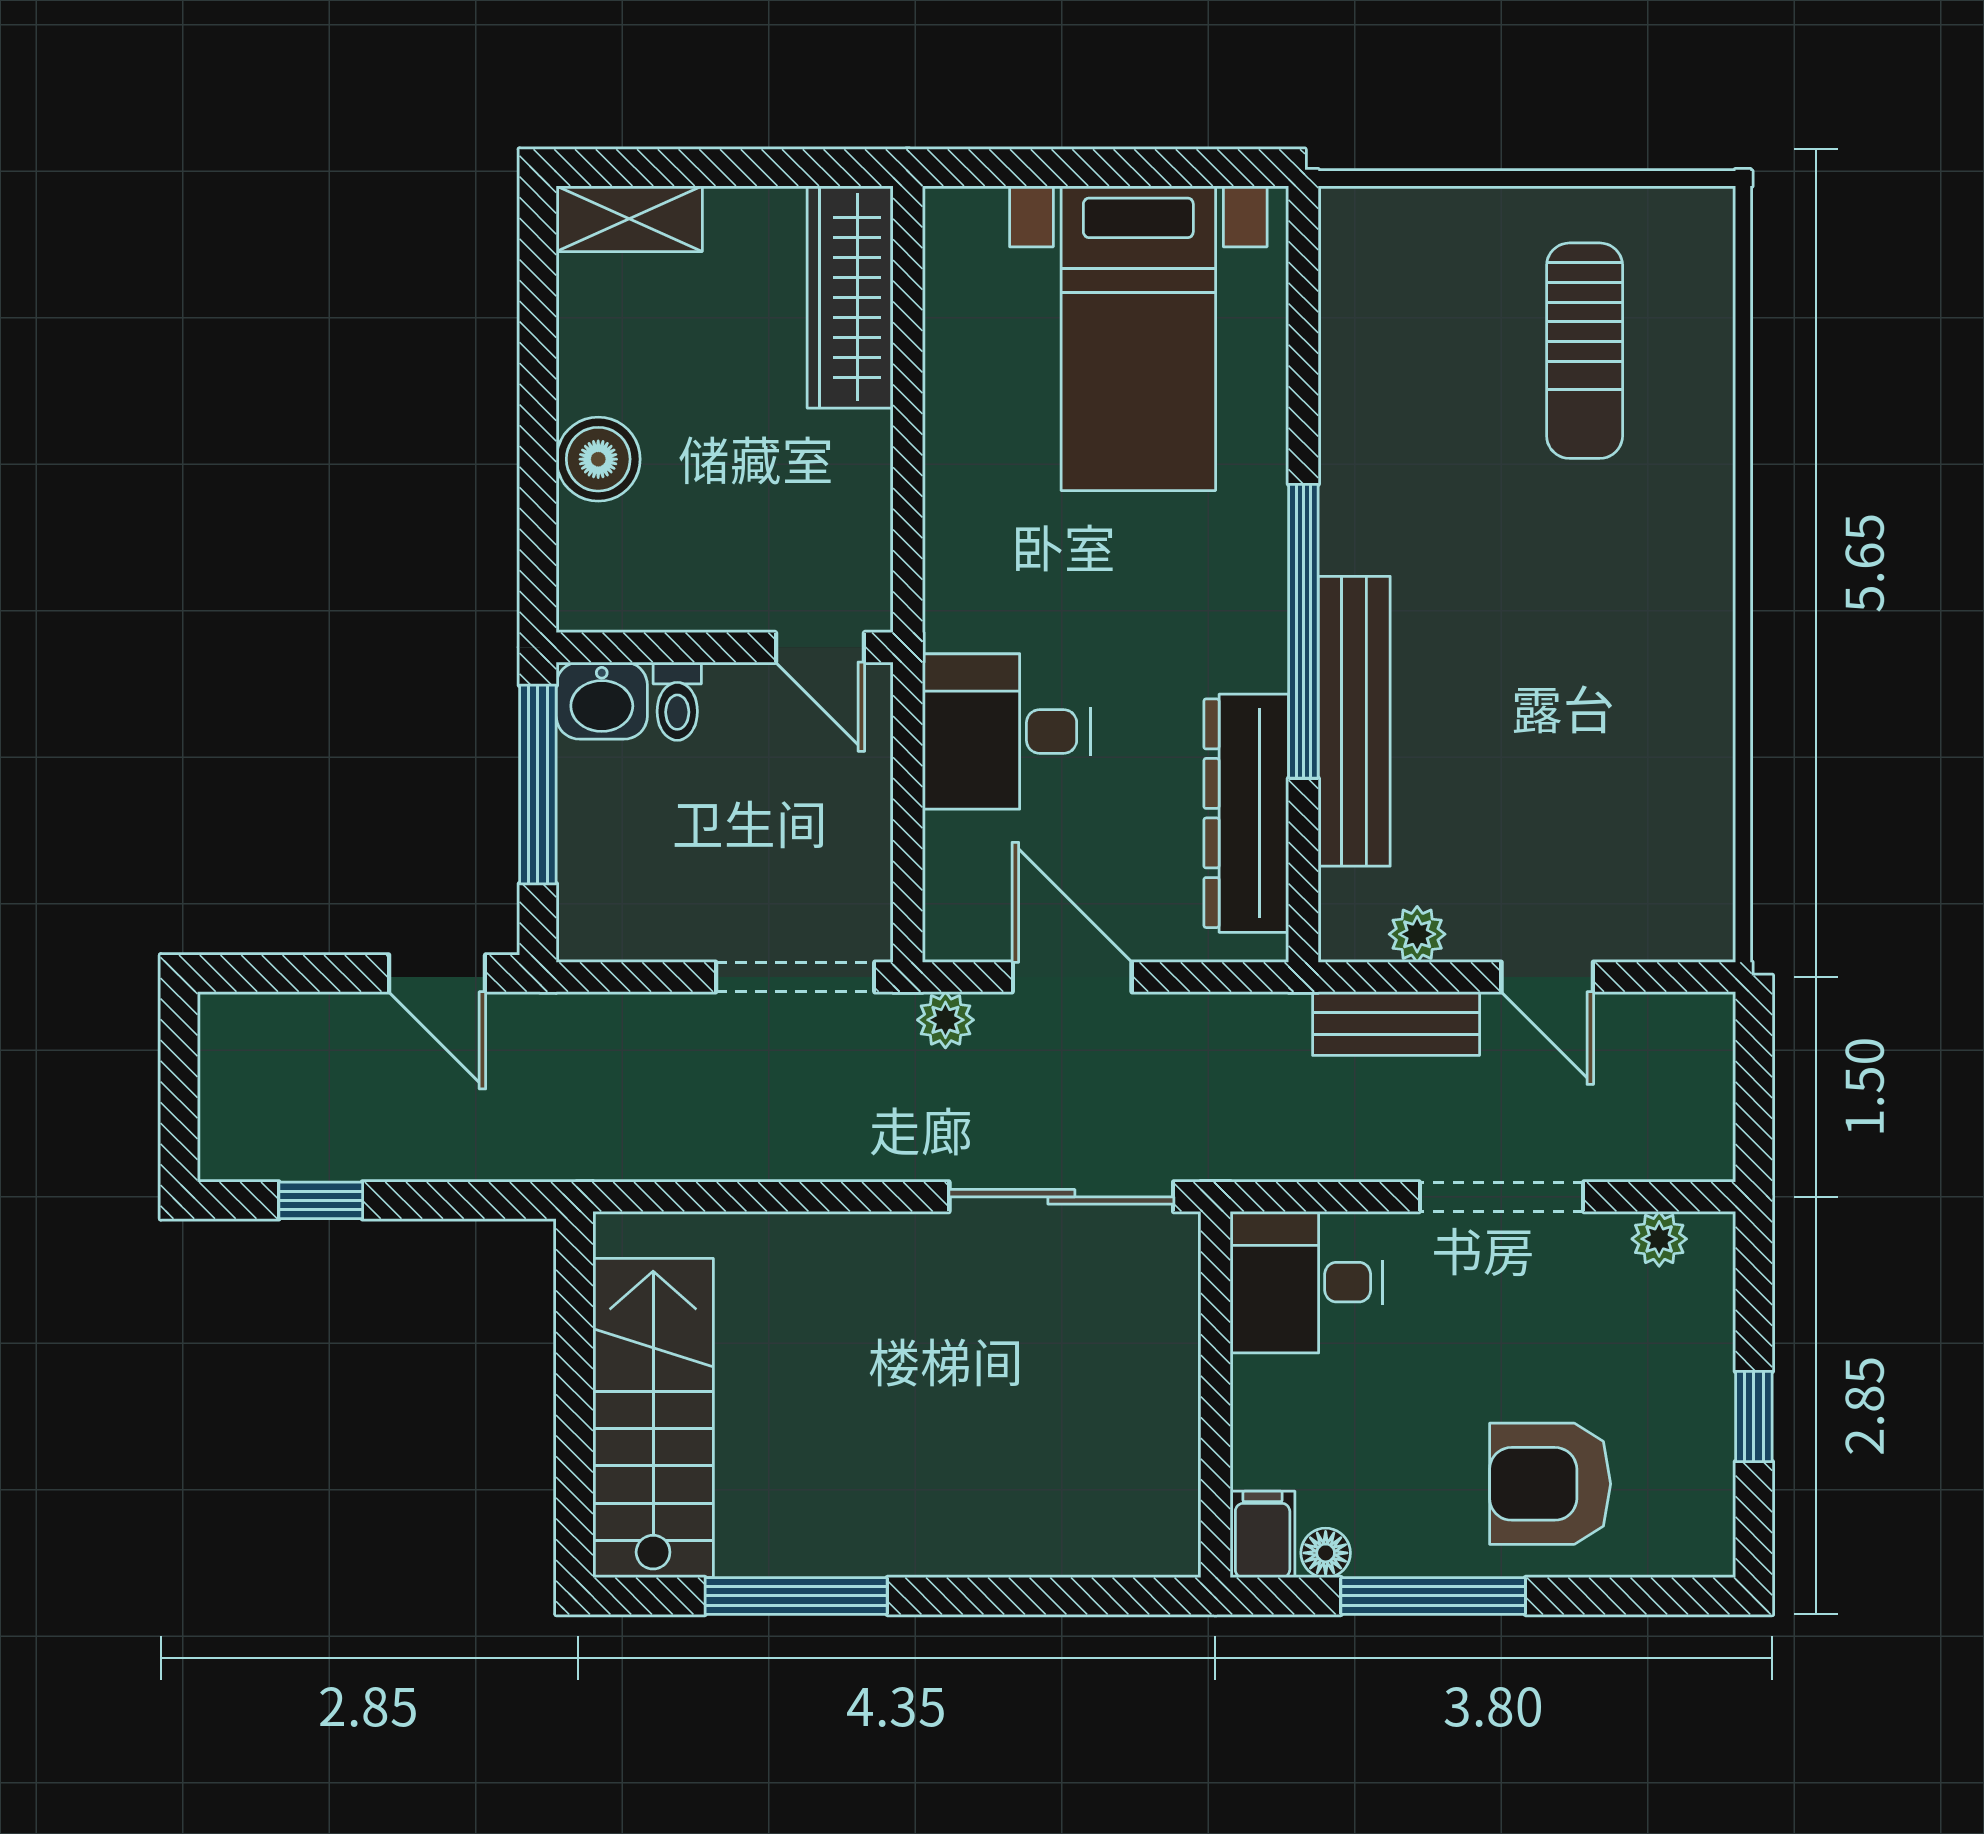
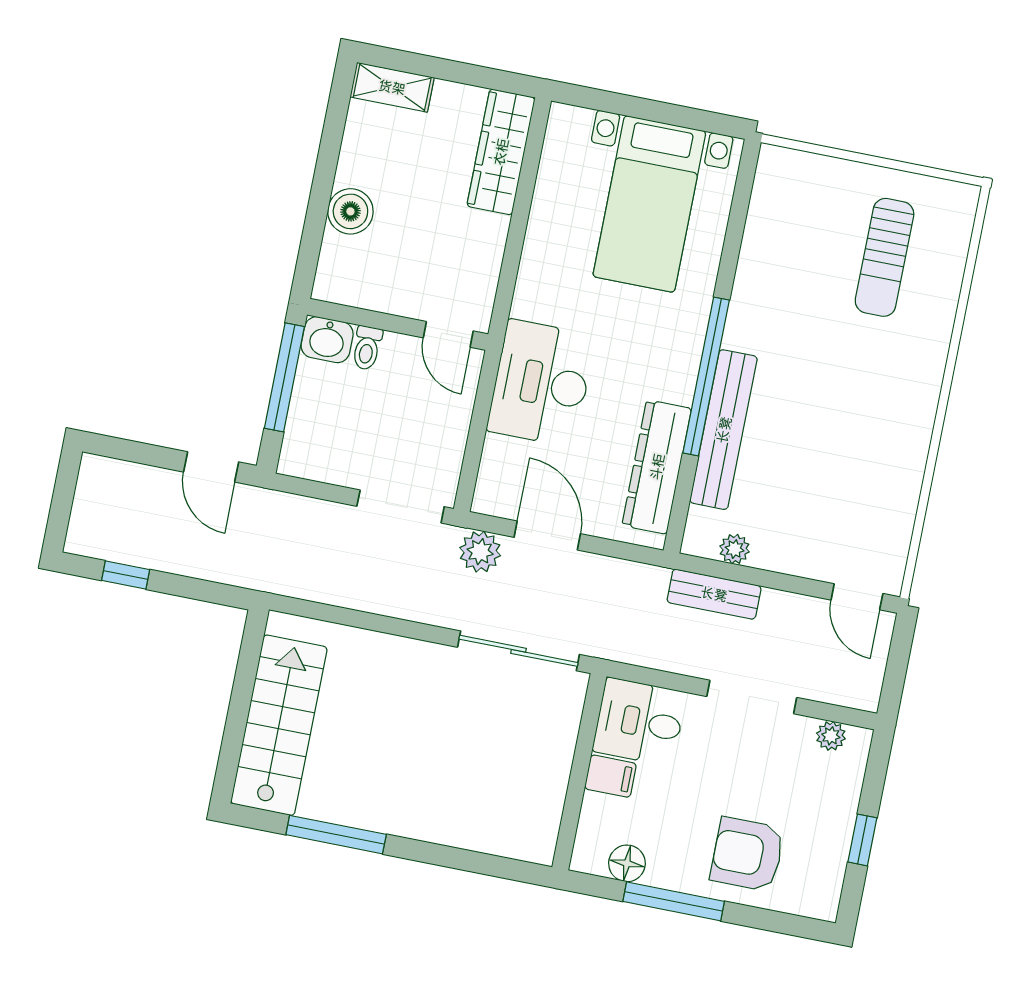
desk: (1006, 731) -> (541, 383), width x1.37
door: (1547, 977) -> (857, 597), moved
plant: (945, 1020) -> (480, 552), width x1.38, depth x1.38
filing cabinet: (1263, 1534) -> (610, 776), moved, turned 90
floor lamp: (1326, 1553) -> (627, 863), width x1.37, depth x1.37

